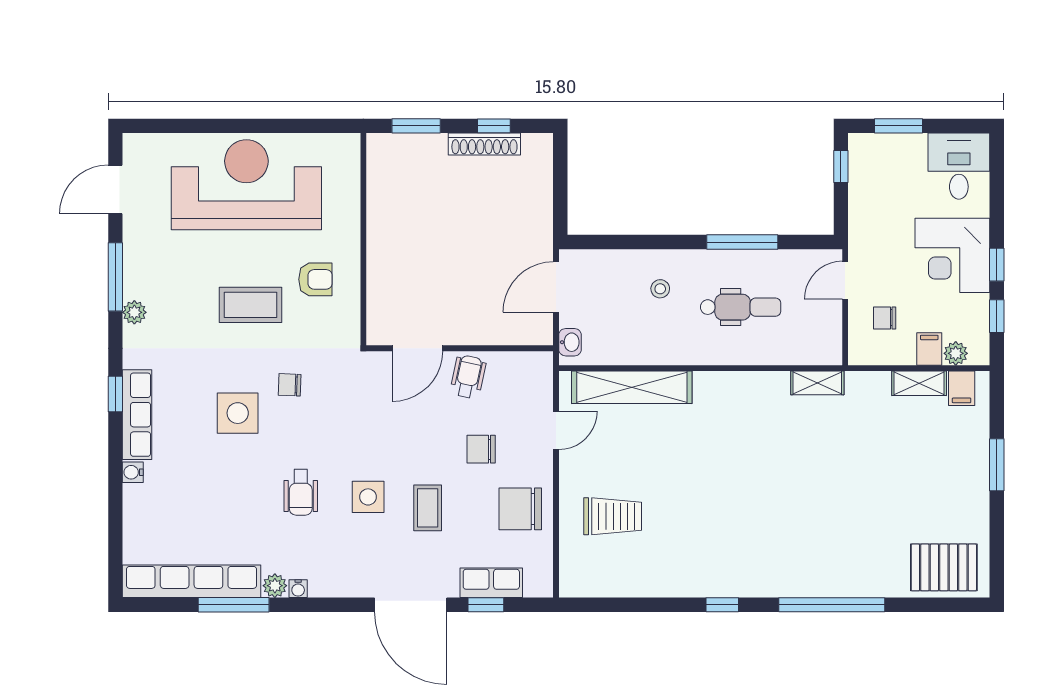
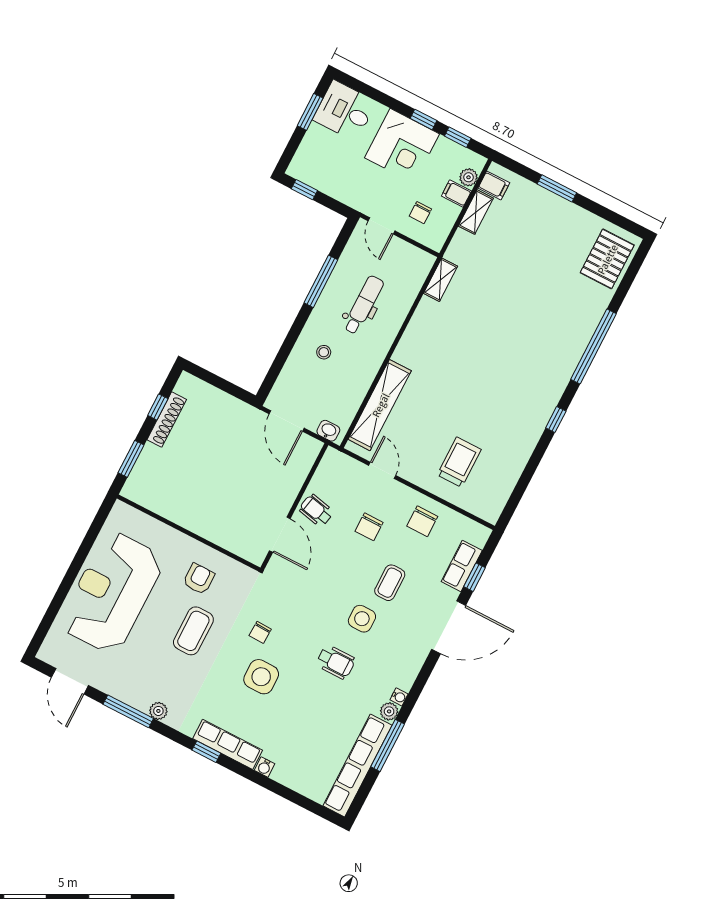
window: (899, 126) -> (310, 112), moved
coffee table: (428, 508) -> (390, 583), turned 90
chair: (520, 509) -> (422, 521), width x0.73, depth x0.73

